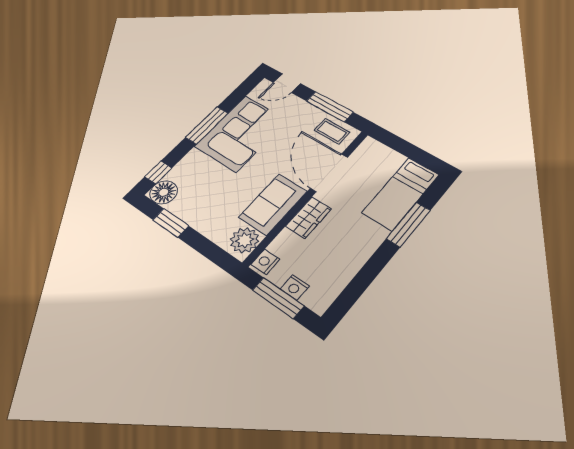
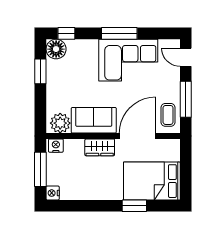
bed: (401, 194) -> (152, 181), width x1.50
window: (408, 224) -> (134, 206), width x0.69
nightstand: (295, 287) -> (53, 193), moved

